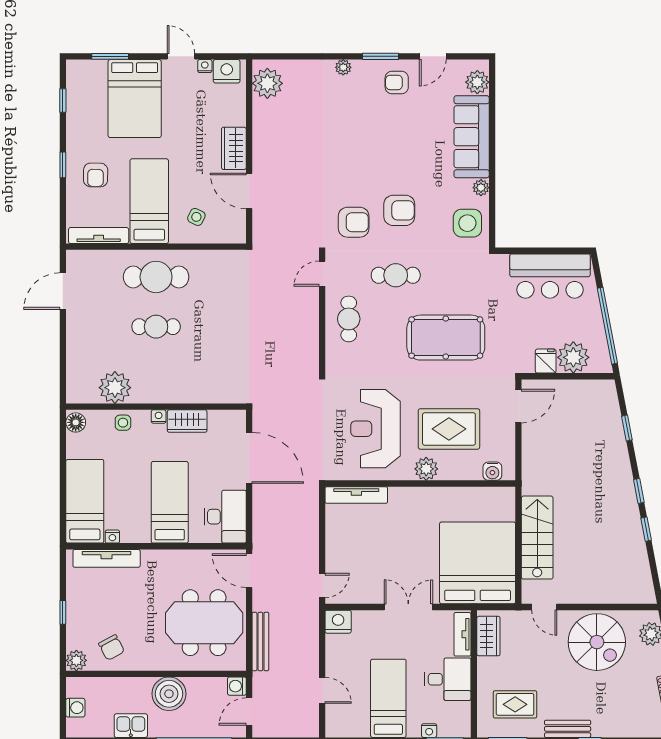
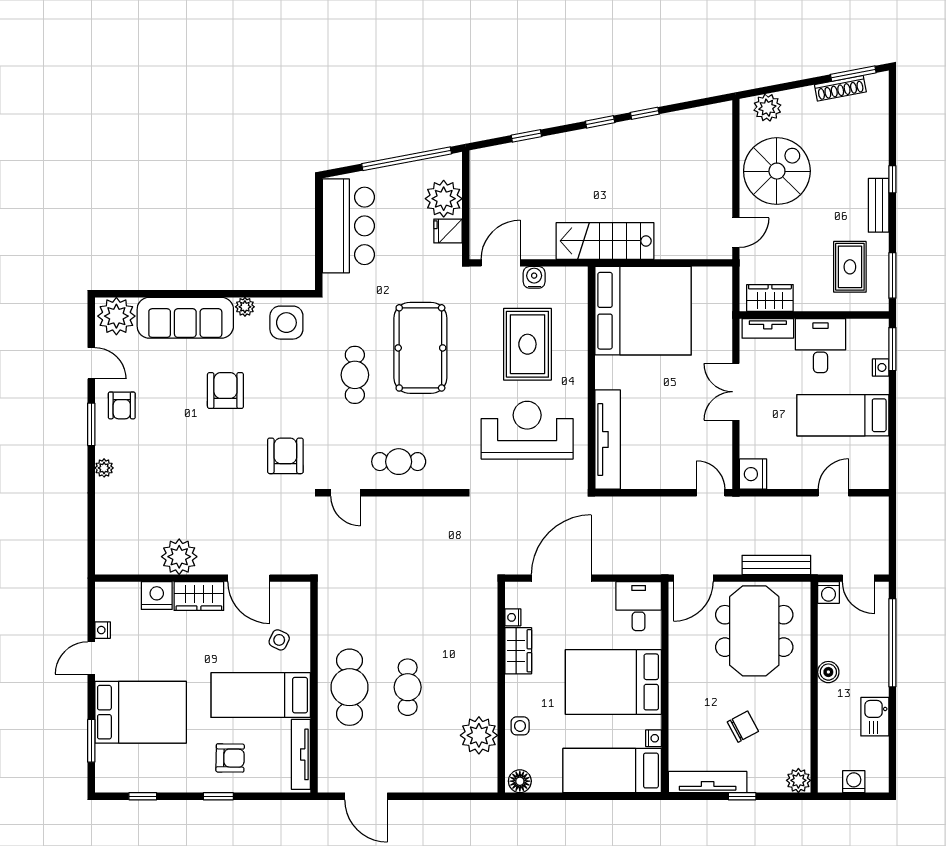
nightstand: (227, 71) -> (157, 596), moved, turned 90
plant: (477, 82) -> (116, 316), width x1.36, depth x1.36
plant: (267, 83) -> (179, 557), moved
door: (249, 191) -> (249, 578), hinge flipped
armchair: (399, 210) -> (225, 391), moved
cafe table: (396, 275) -> (355, 375), moved
door: (518, 406) -> (501, 263), hinge flipped
nightstand: (159, 416) -> (513, 617), moved
reception desk: (376, 429) -> (527, 430), turned 180
plant: (426, 469) -> (574, 371), removed
water cooler: (492, 471) -> (534, 277), moved, turned -90
tv unit: (356, 495) -> (608, 440), width x1.36, depth x1.29
bed: (170, 502) -> (613, 682), width x1.50
desk: (225, 517) -> (639, 606), width x0.73
stairs: (537, 538) -> (605, 241), moved
tv unit: (107, 558) -> (708, 782), moved, turned -90
bed: (478, 563) -> (643, 311), moved, turned 180
chair: (112, 648) -> (743, 727), moved
boiler: (169, 694) -> (828, 672), width x0.54, depth x0.54

